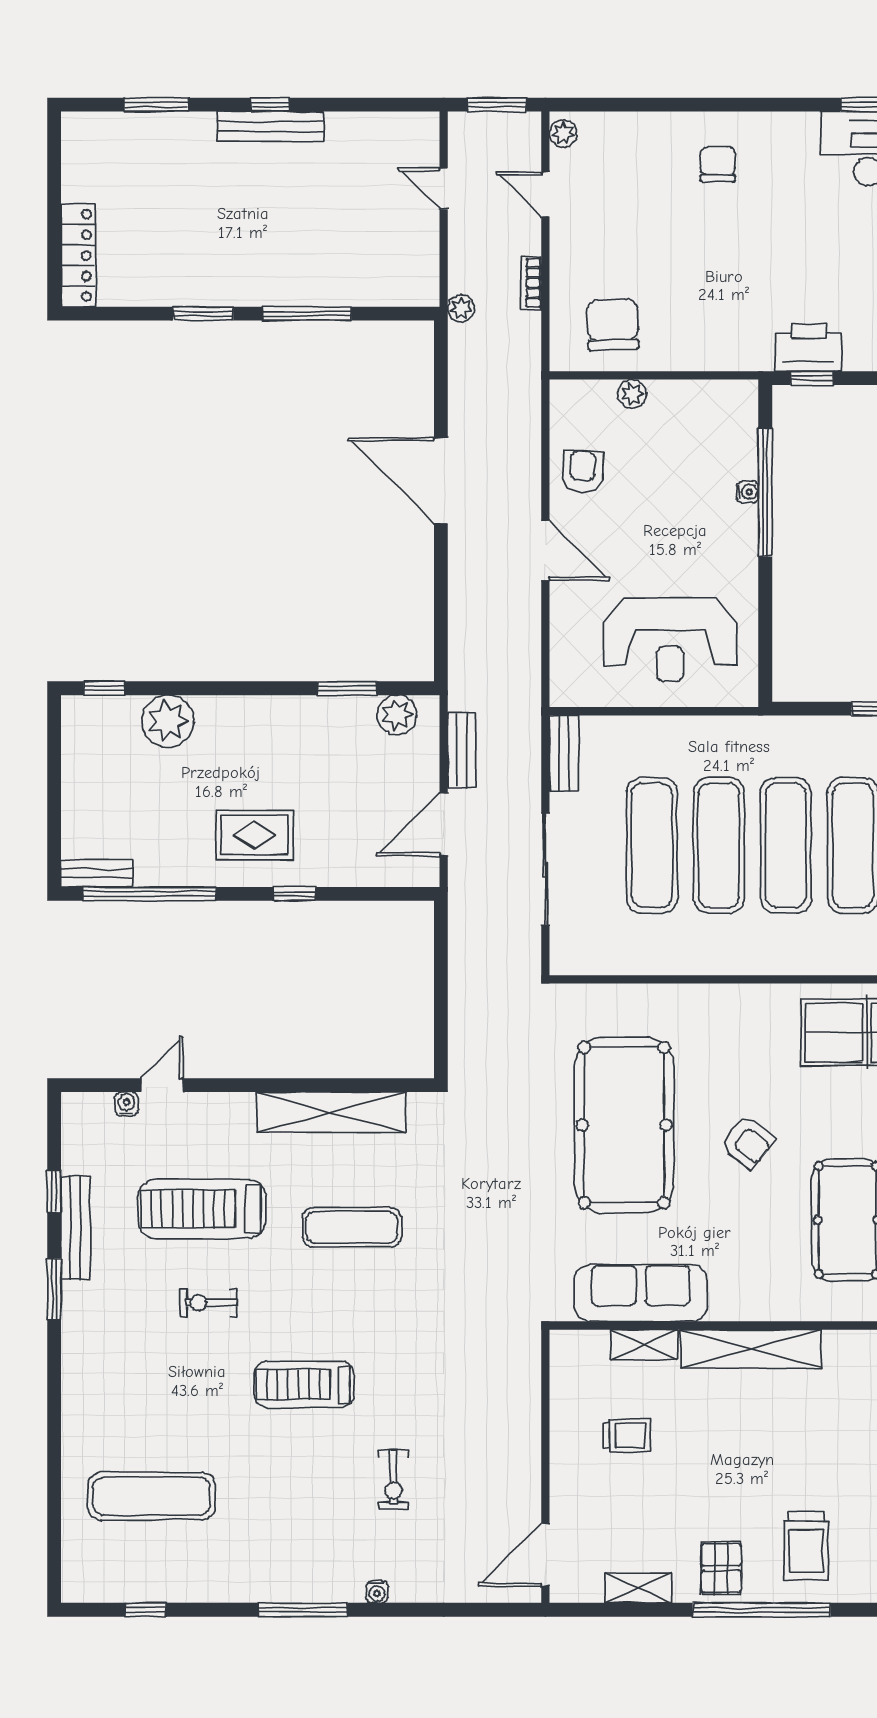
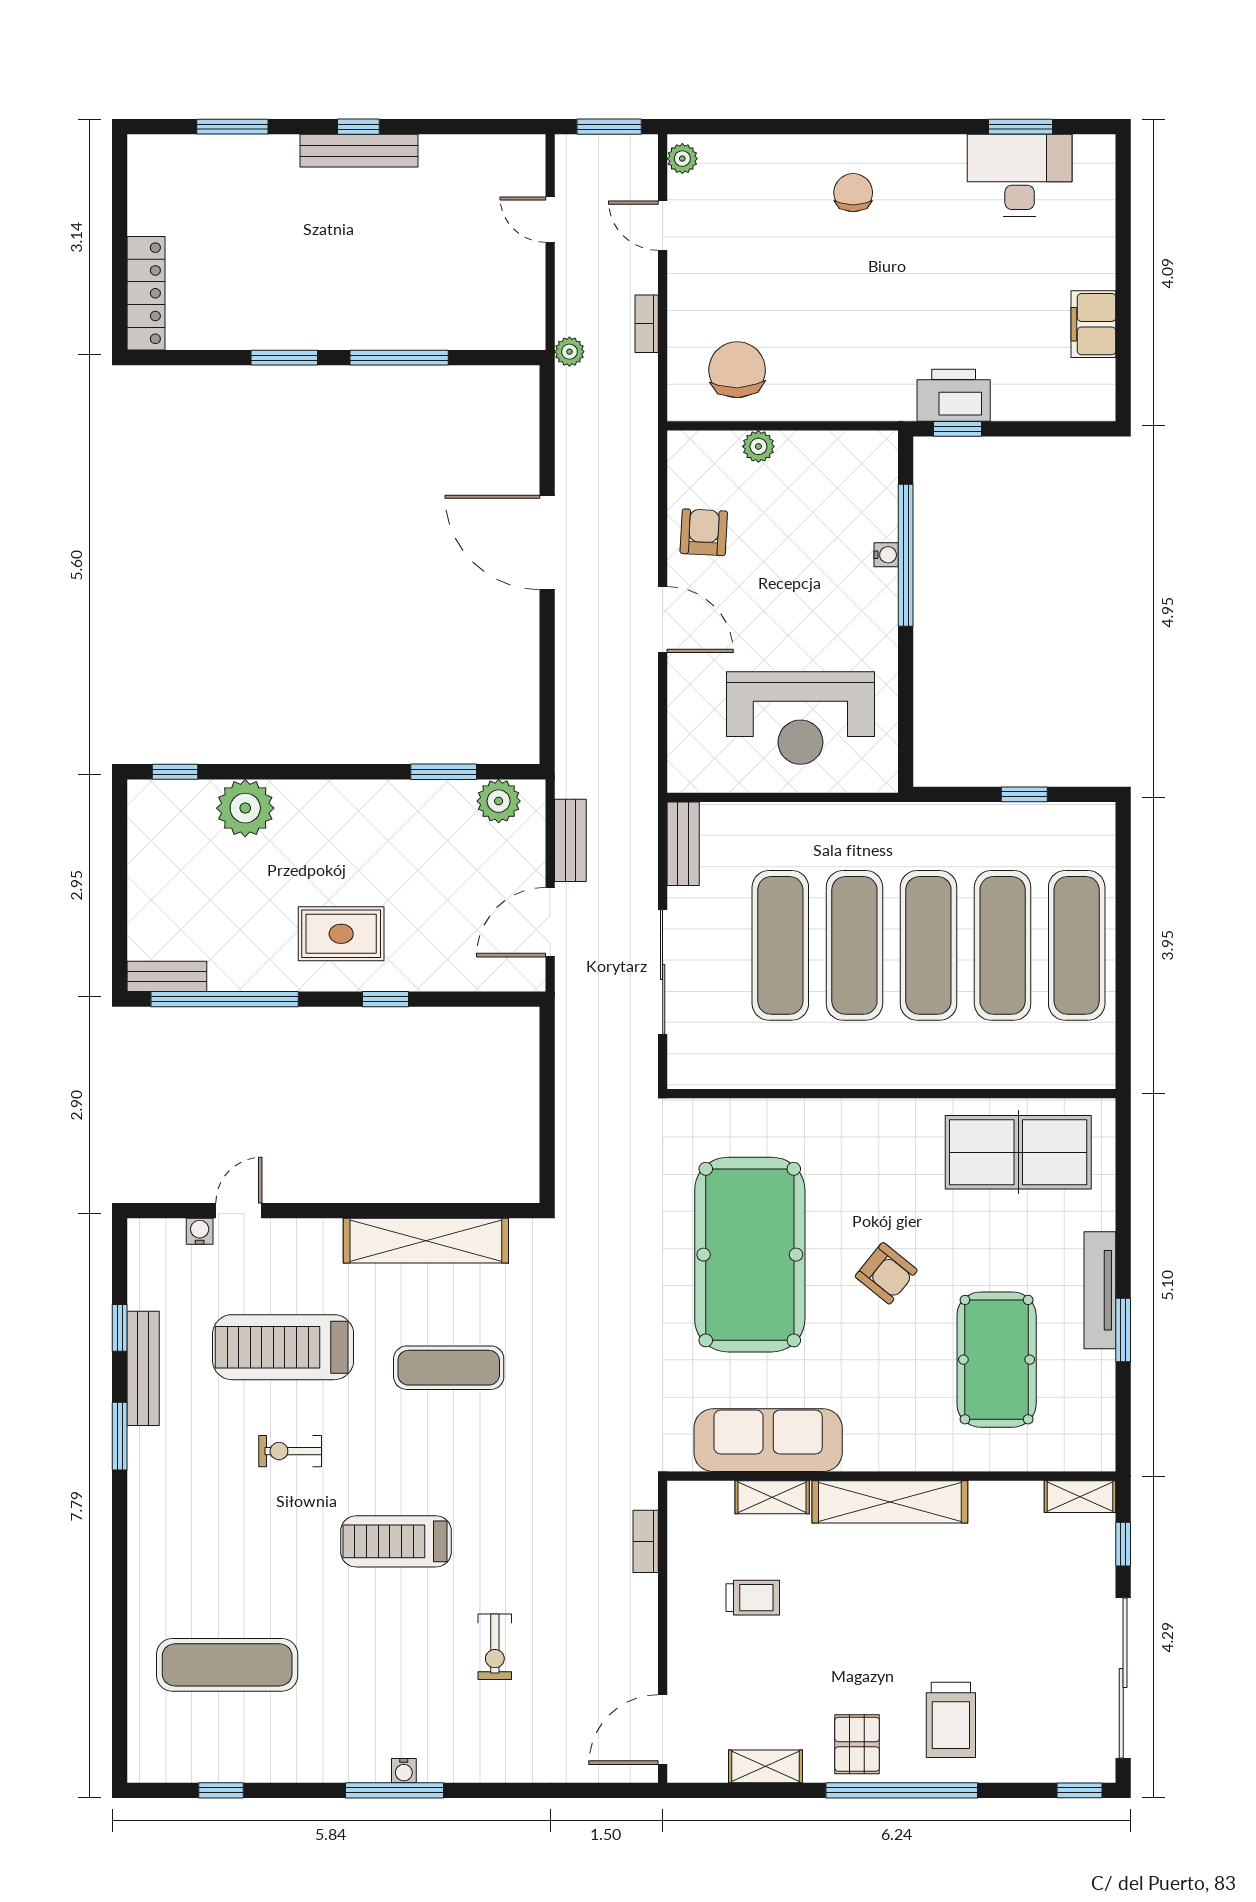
bookcase: (530, 1384) -> (646, 1541), added
water cooler: (377, 1592) -> (404, 1771), moved

